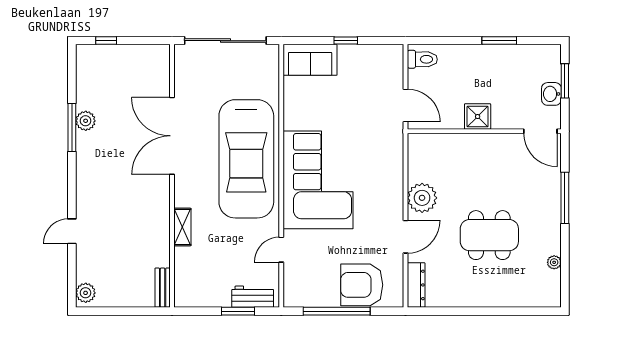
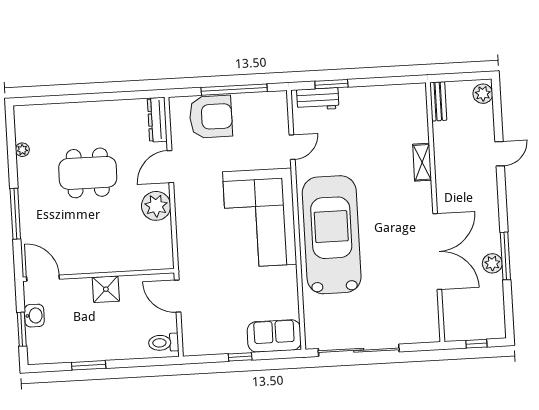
double door: (172, 136) -> (437, 251), moved
wall: (172, 176) -> (435, 212), moved
shelving: (182, 227) -> (422, 162), moved
bench: (163, 288) -> (438, 101), moved

